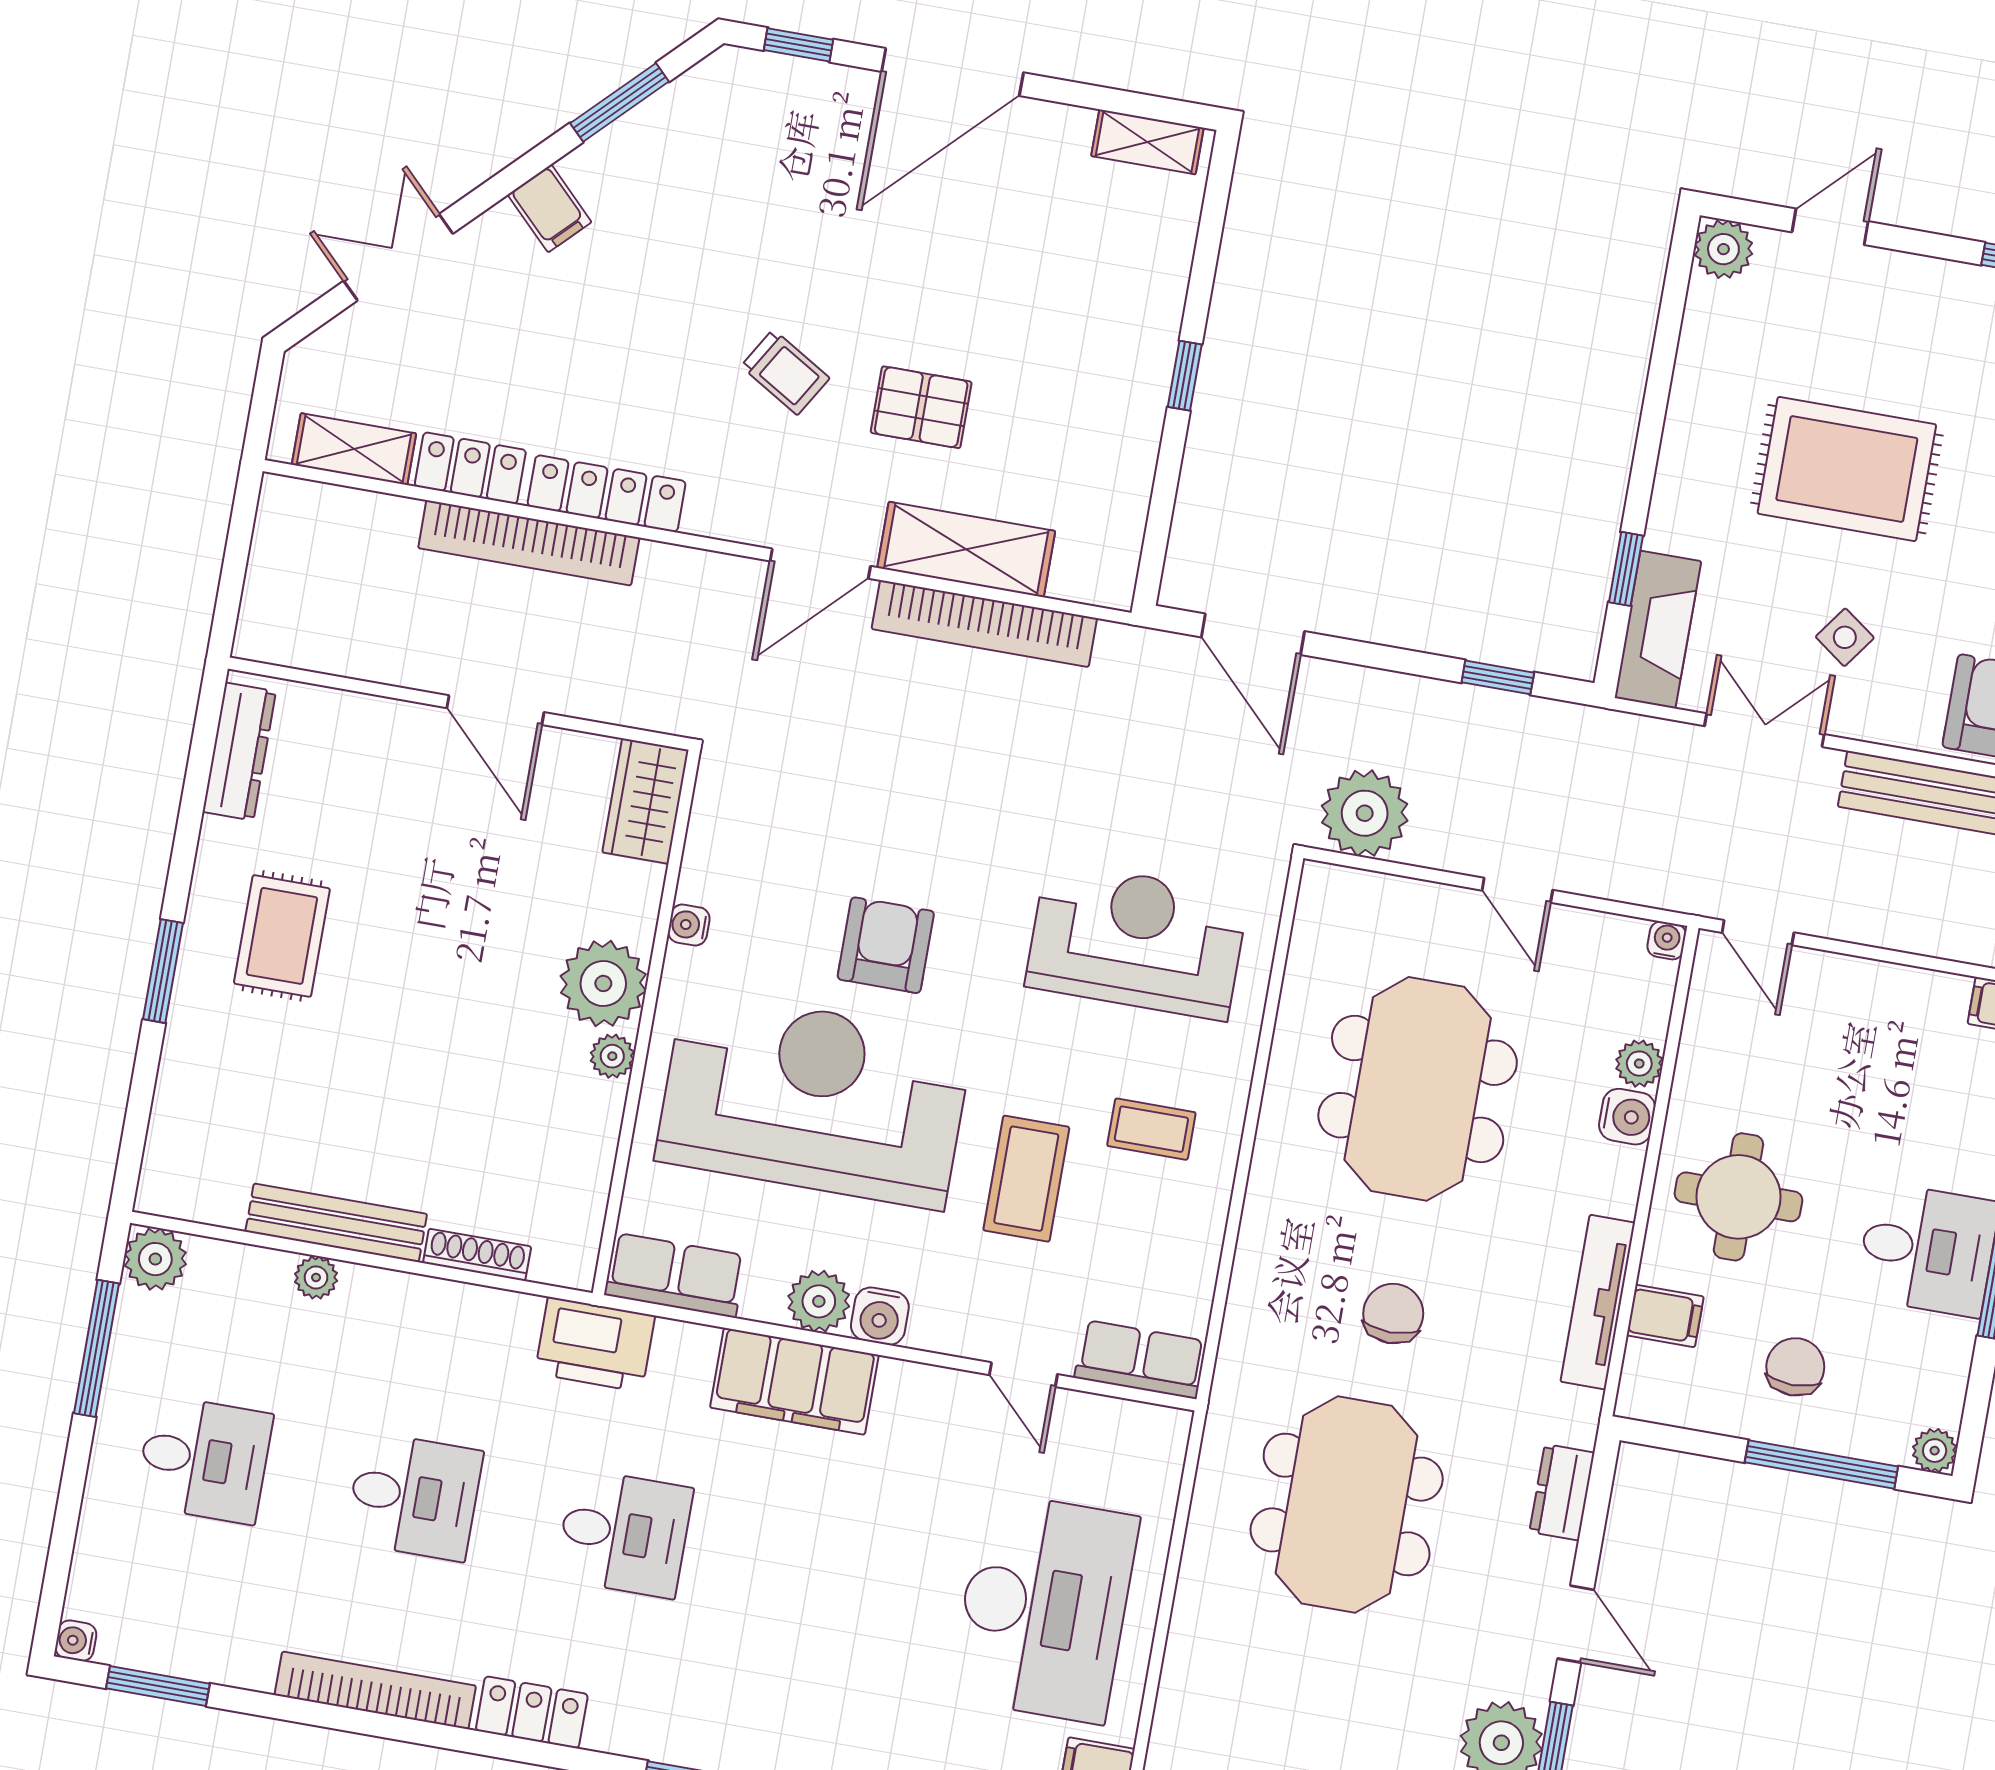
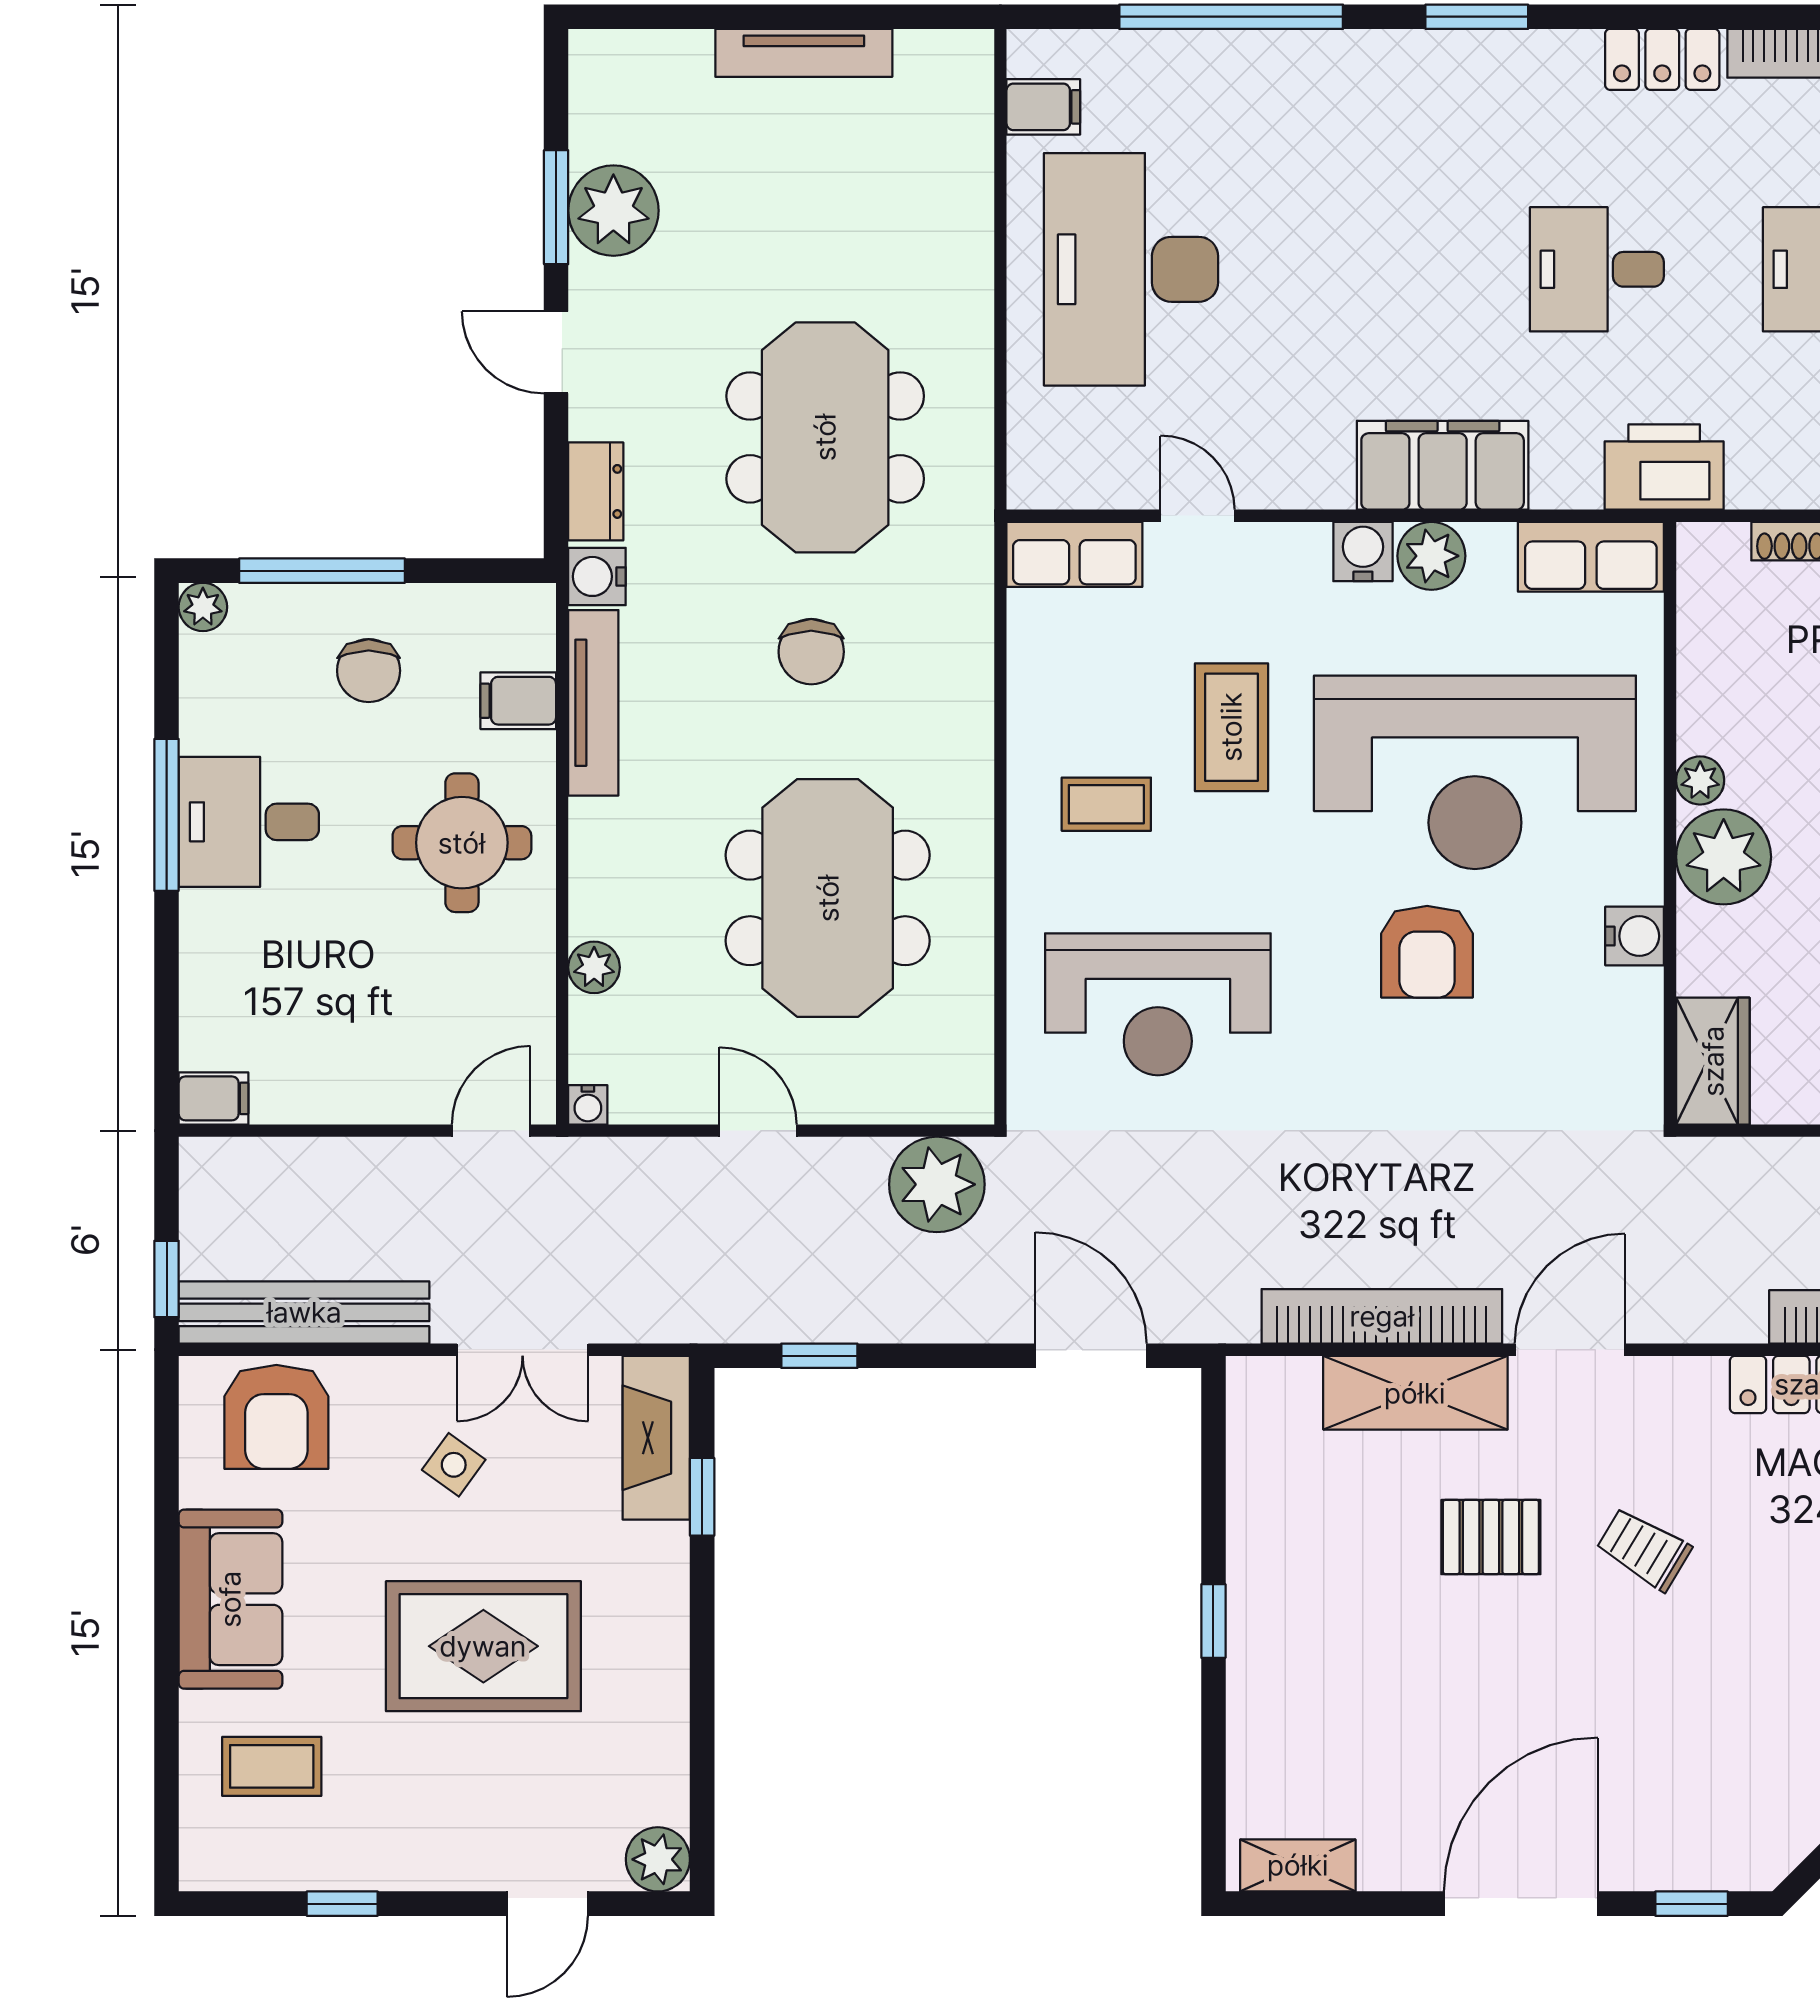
water cooler: (689, 925) -> (1635, 936), width x1.38, depth x1.38
door: (1758, 933) -> (491, 1131), hinge flipped
water cooler: (1627, 1117) -> (597, 576), moved

